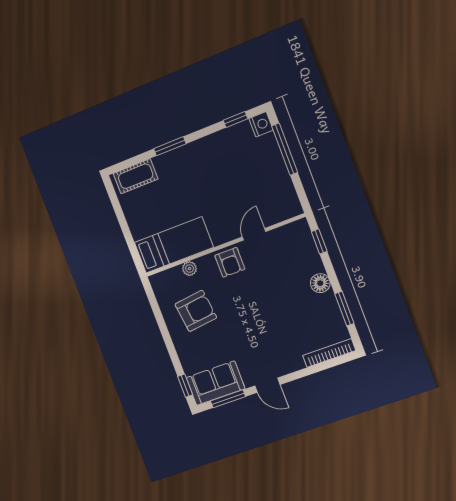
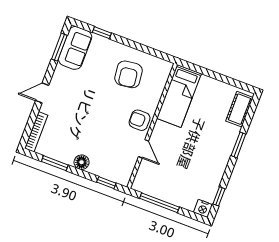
window: (285, 149) -> (159, 203), moved
plant: (190, 269) -> (157, 93), removed
door: (267, 385) -> (42, 93), moved
window: (185, 386) -> (102, 33), moved

